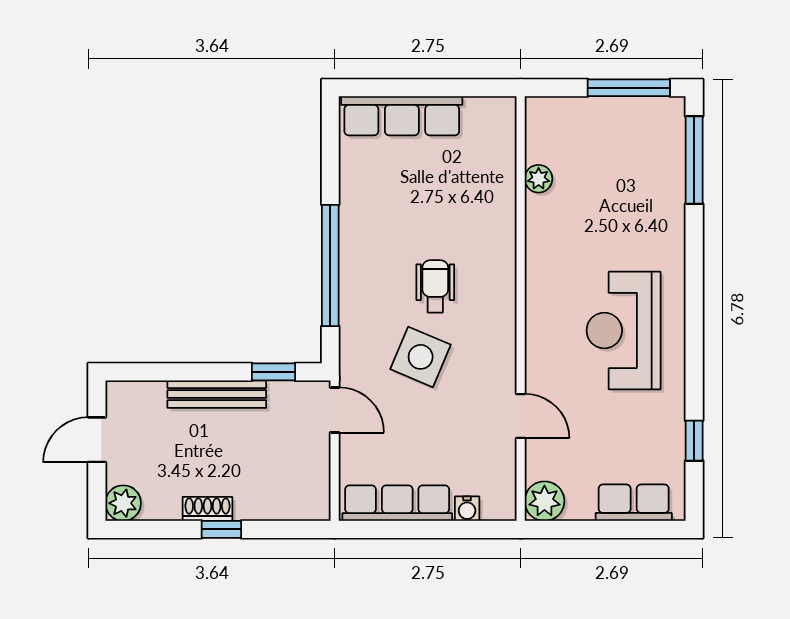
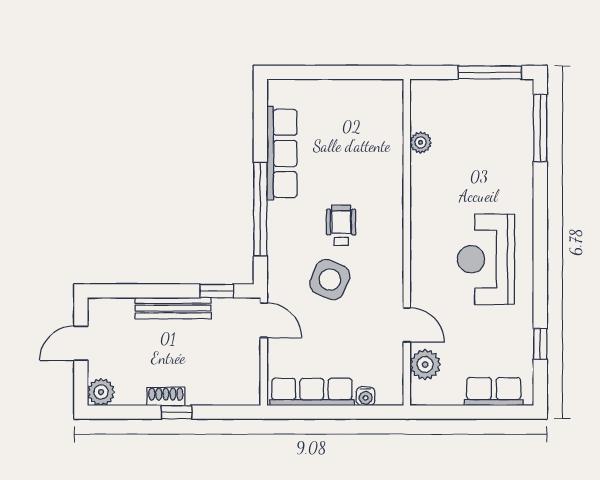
row of seats: (402, 116) -> (282, 153), moved, turned -90
plant: (544, 501) -> (425, 365), moved

